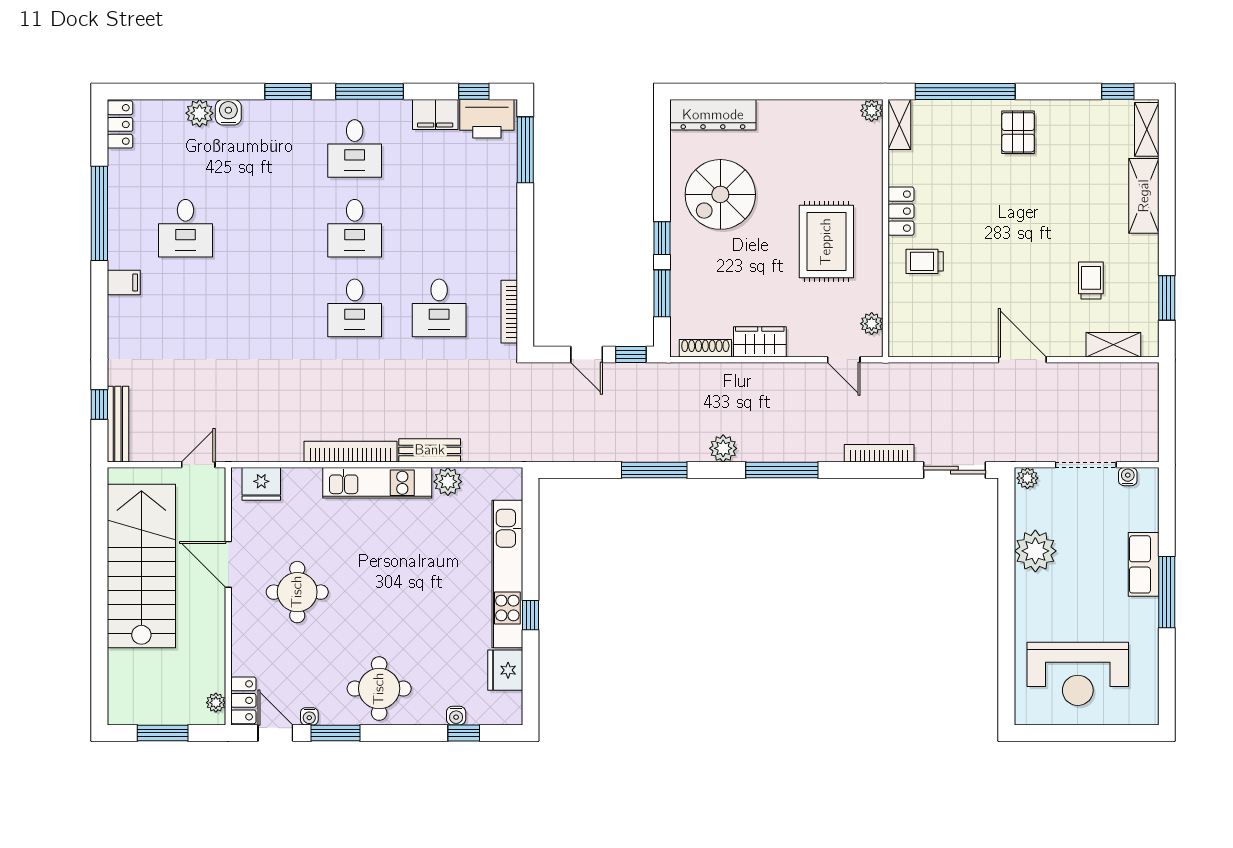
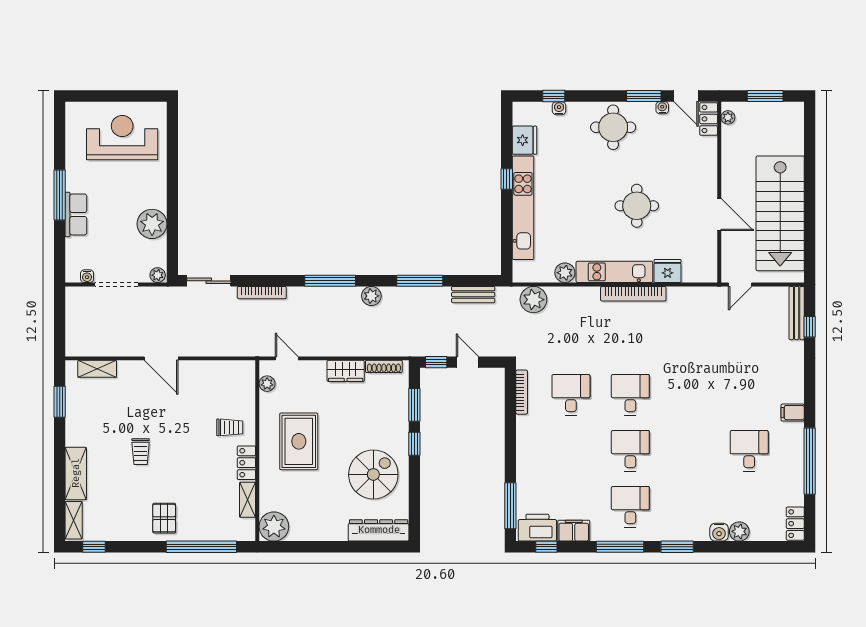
plant: (872, 111) -> (274, 527), width x1.88, depth x1.88
shelving: (899, 125) -> (248, 500), moved
trolley: (1091, 280) -> (141, 452), moved
plant: (492, 443) -> (533, 300), added
bench: (430, 450) -> (473, 295), moved
fridge: (261, 484) -> (668, 271), moved
round table: (297, 592) -> (637, 206), moved

